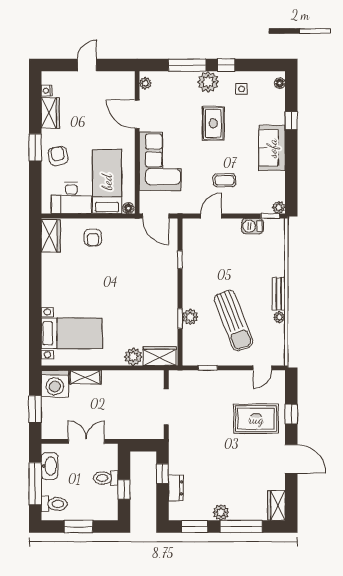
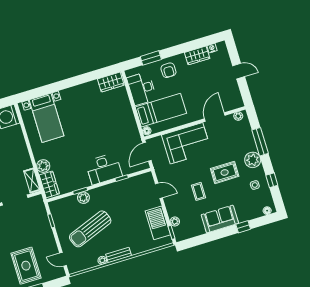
window: (226, 65) -> (272, 180), moved
window: (35, 147) -> (151, 58), moved
armchair: (58, 156) -> (168, 70), turned 101
coffee table: (224, 180) -> (198, 191), moved
plant: (279, 207) -> (175, 222), moved
barbecue: (252, 226) -> (158, 223), width x1.88, depth x1.53
armchair: (93, 238) -> (118, 112), removed
desk: (161, 279) -> (104, 169), added
shelving: (85, 377) -> (32, 181), moved

